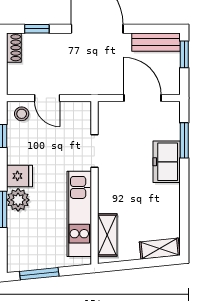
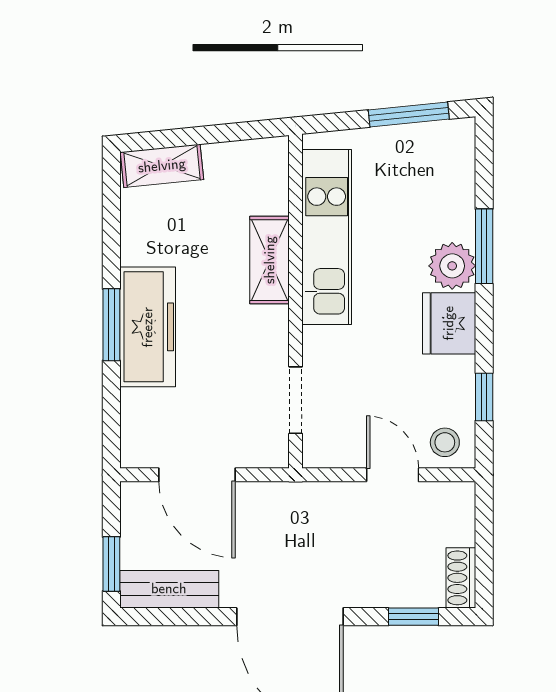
window: (184, 140) -> (111, 325), moved
doorway: (94, 151) -> (296, 400), moved
freezer: (167, 162) -> (148, 327), width x1.40
fridge: (20, 176) -> (449, 323), width x1.38
shelving: (107, 235) -> (270, 260), moved

